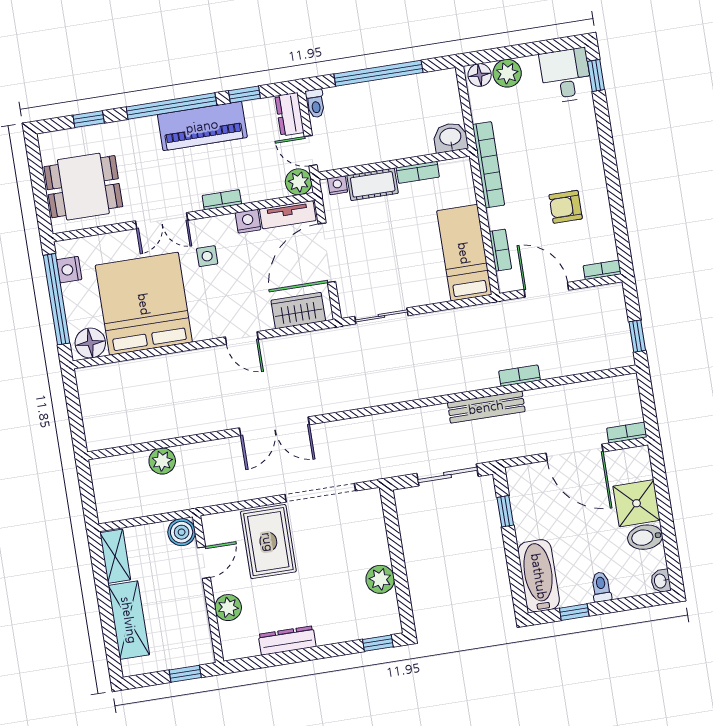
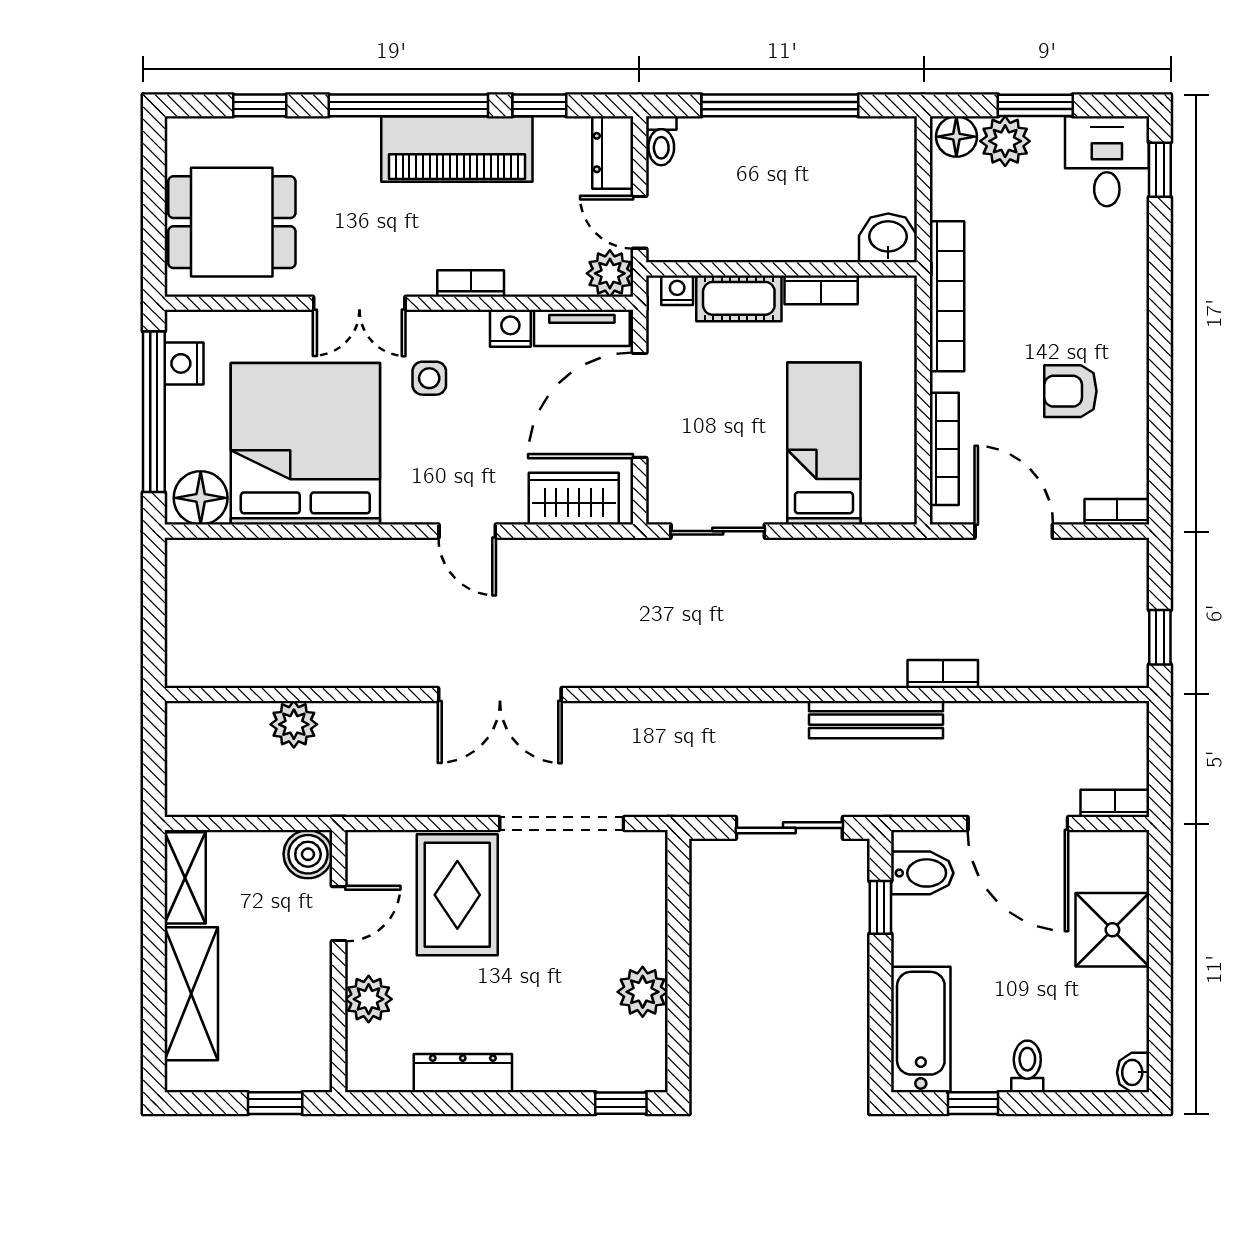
window: (521, 51) -> (1035, 105), added
bookcase: (500, 250) -> (944, 449), width x1.56
bed: (464, 253) -> (824, 443), moved
bidet: (645, 537) -> (922, 873), moved, turned 180

